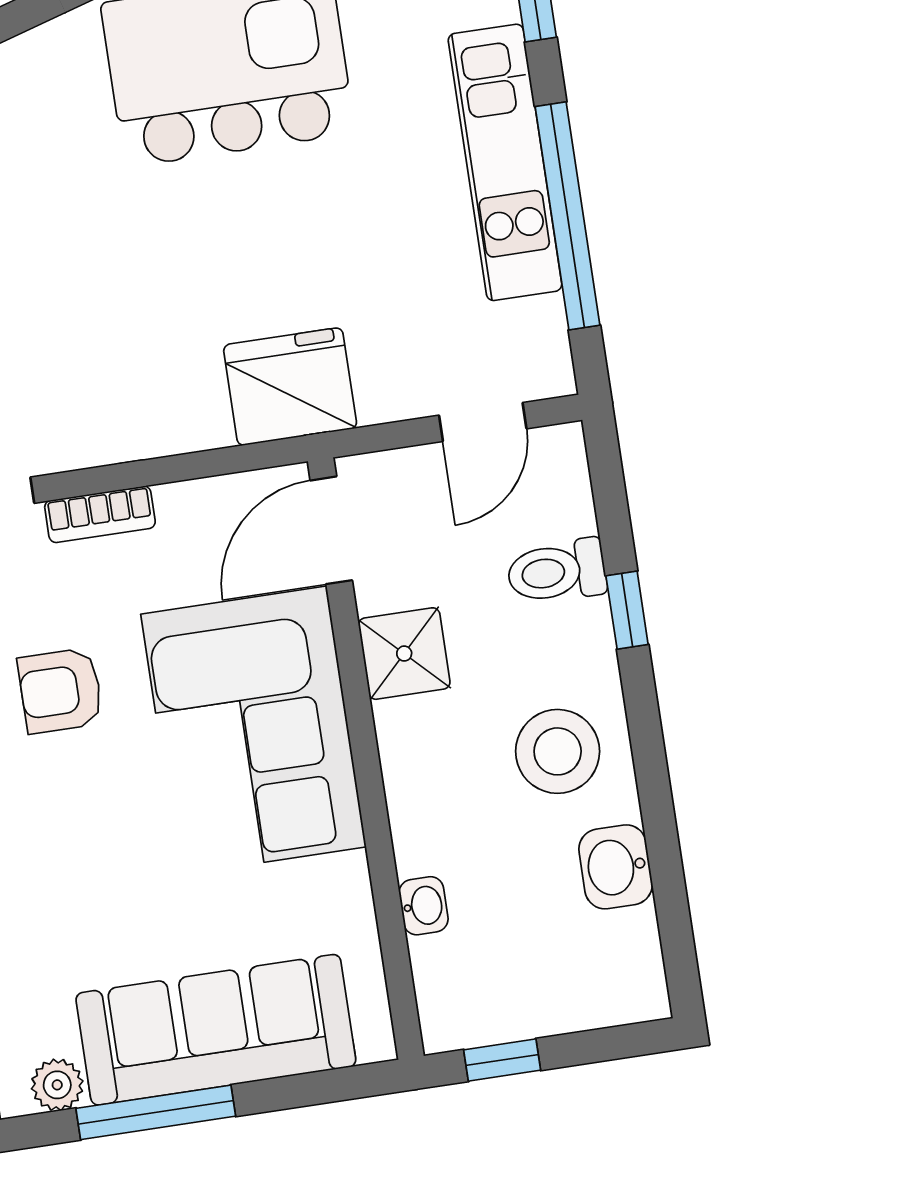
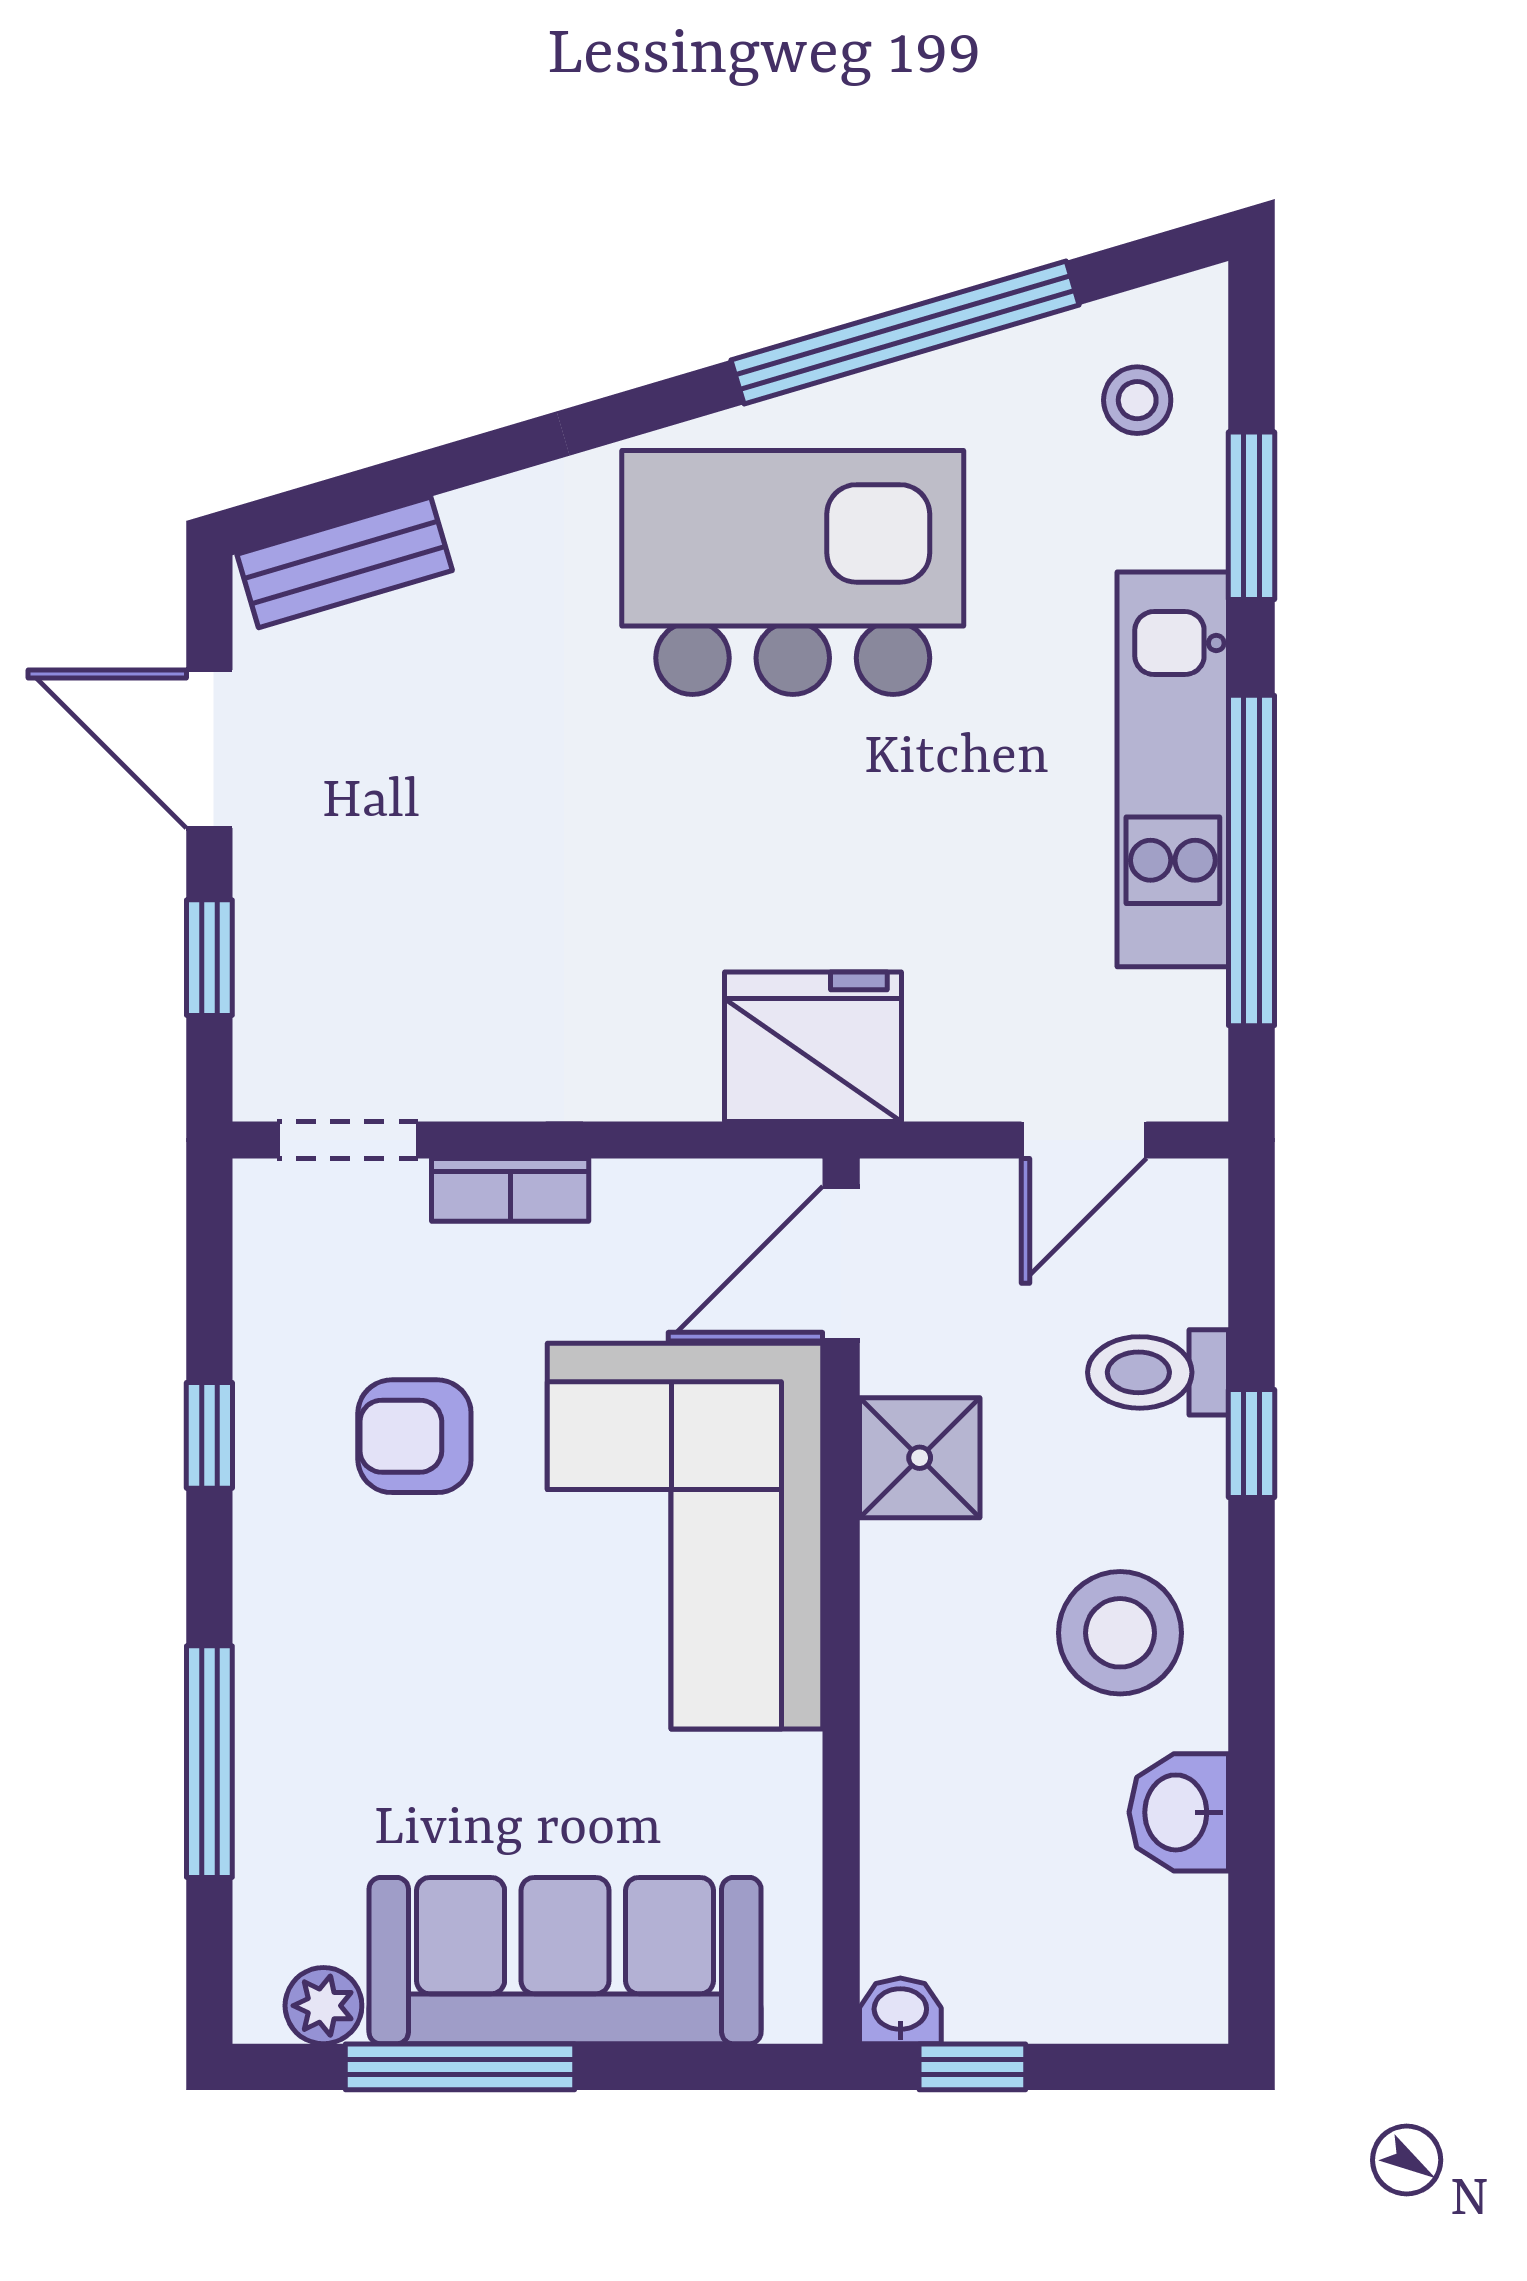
washbasin: (424, 906) -> (900, 2011), moved, turned -90

